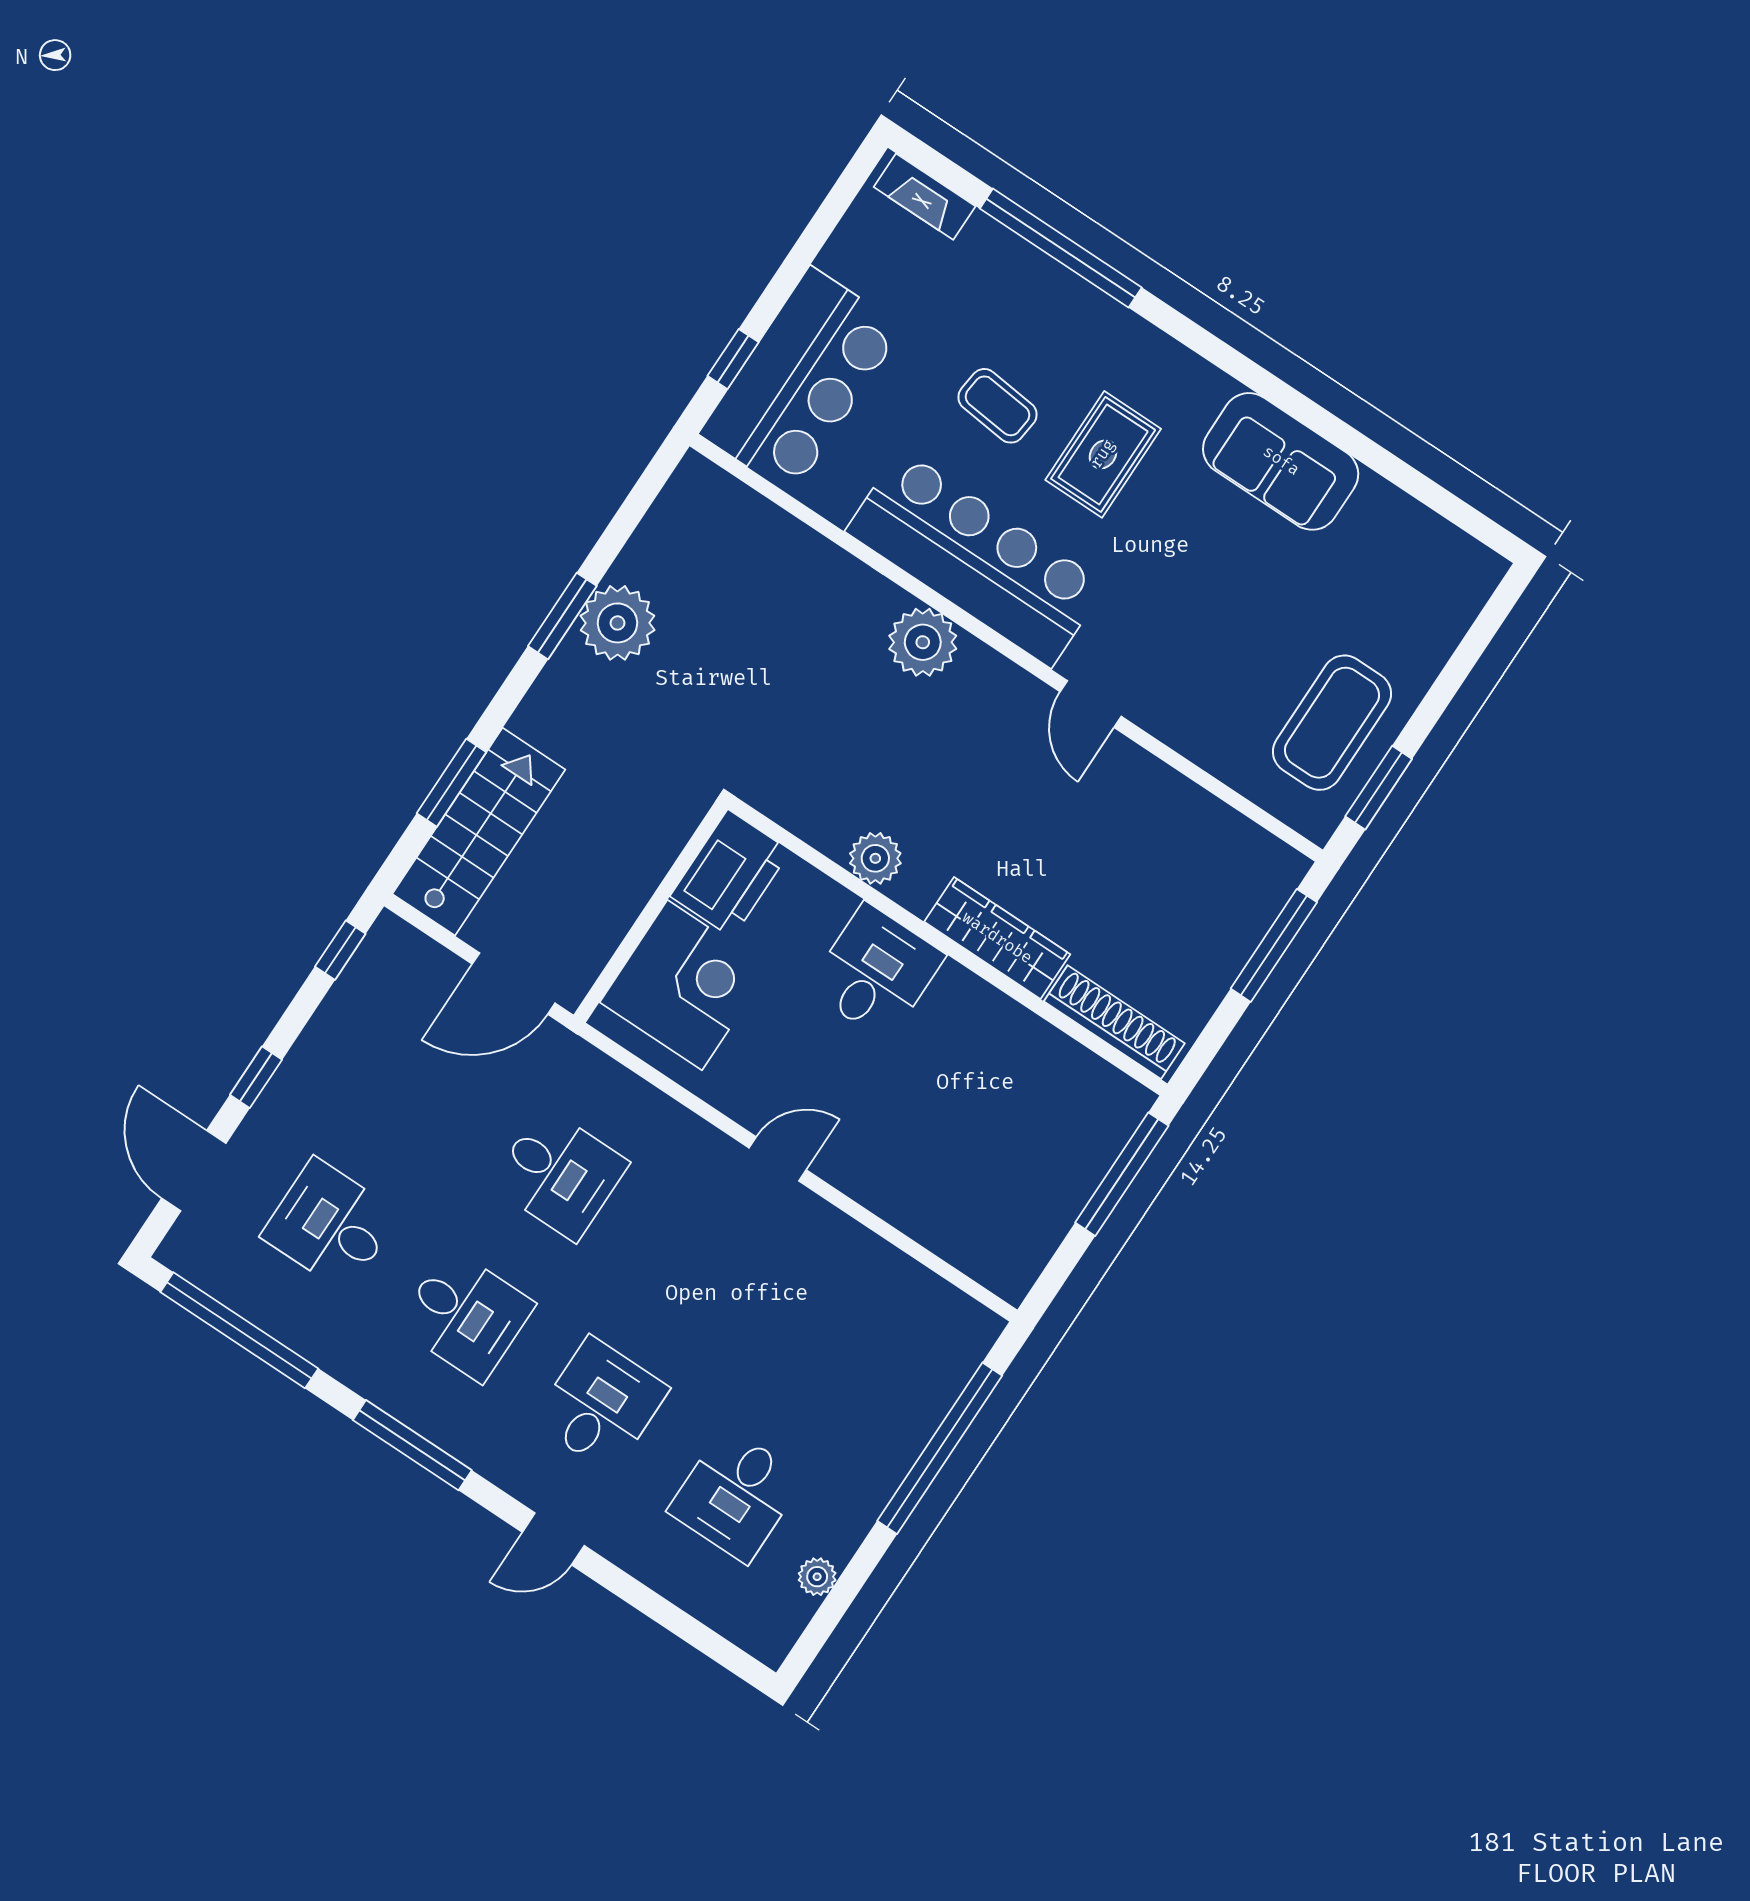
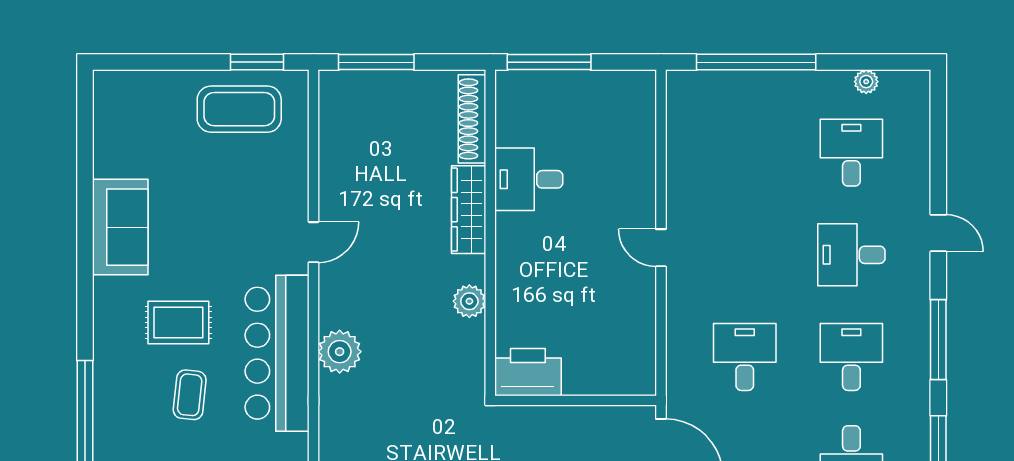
desk: (876, 972) -> (529, 179), moved
corner desk: (685, 985) -> (602, 357), removed
desk: (736, 1495) -> (851, 153), turned -90

